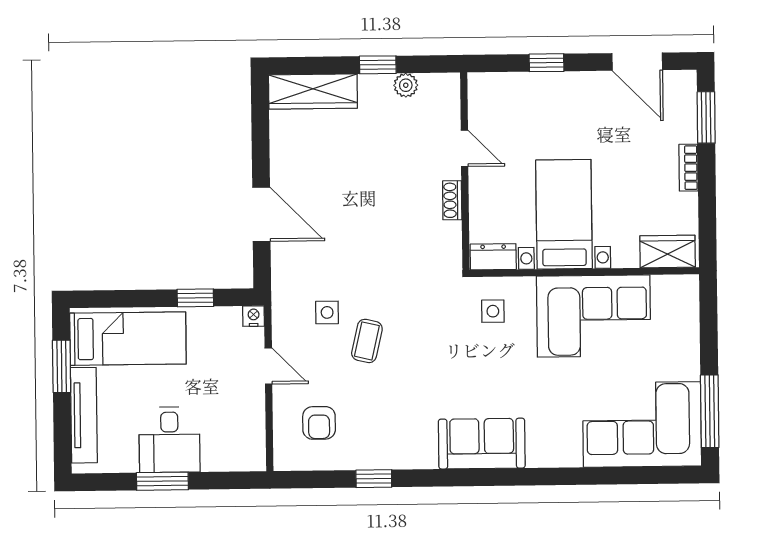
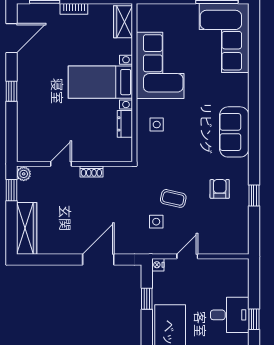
door: (465, 148) -> (61, 164), moved
wall: (465, 171) -> (74, 164), moved
shoe rack: (452, 200) -> (91, 171), moved
armchair: (319, 423) -> (220, 189), moved, turned -90
window: (162, 481) -> (254, 319), width x0.67

